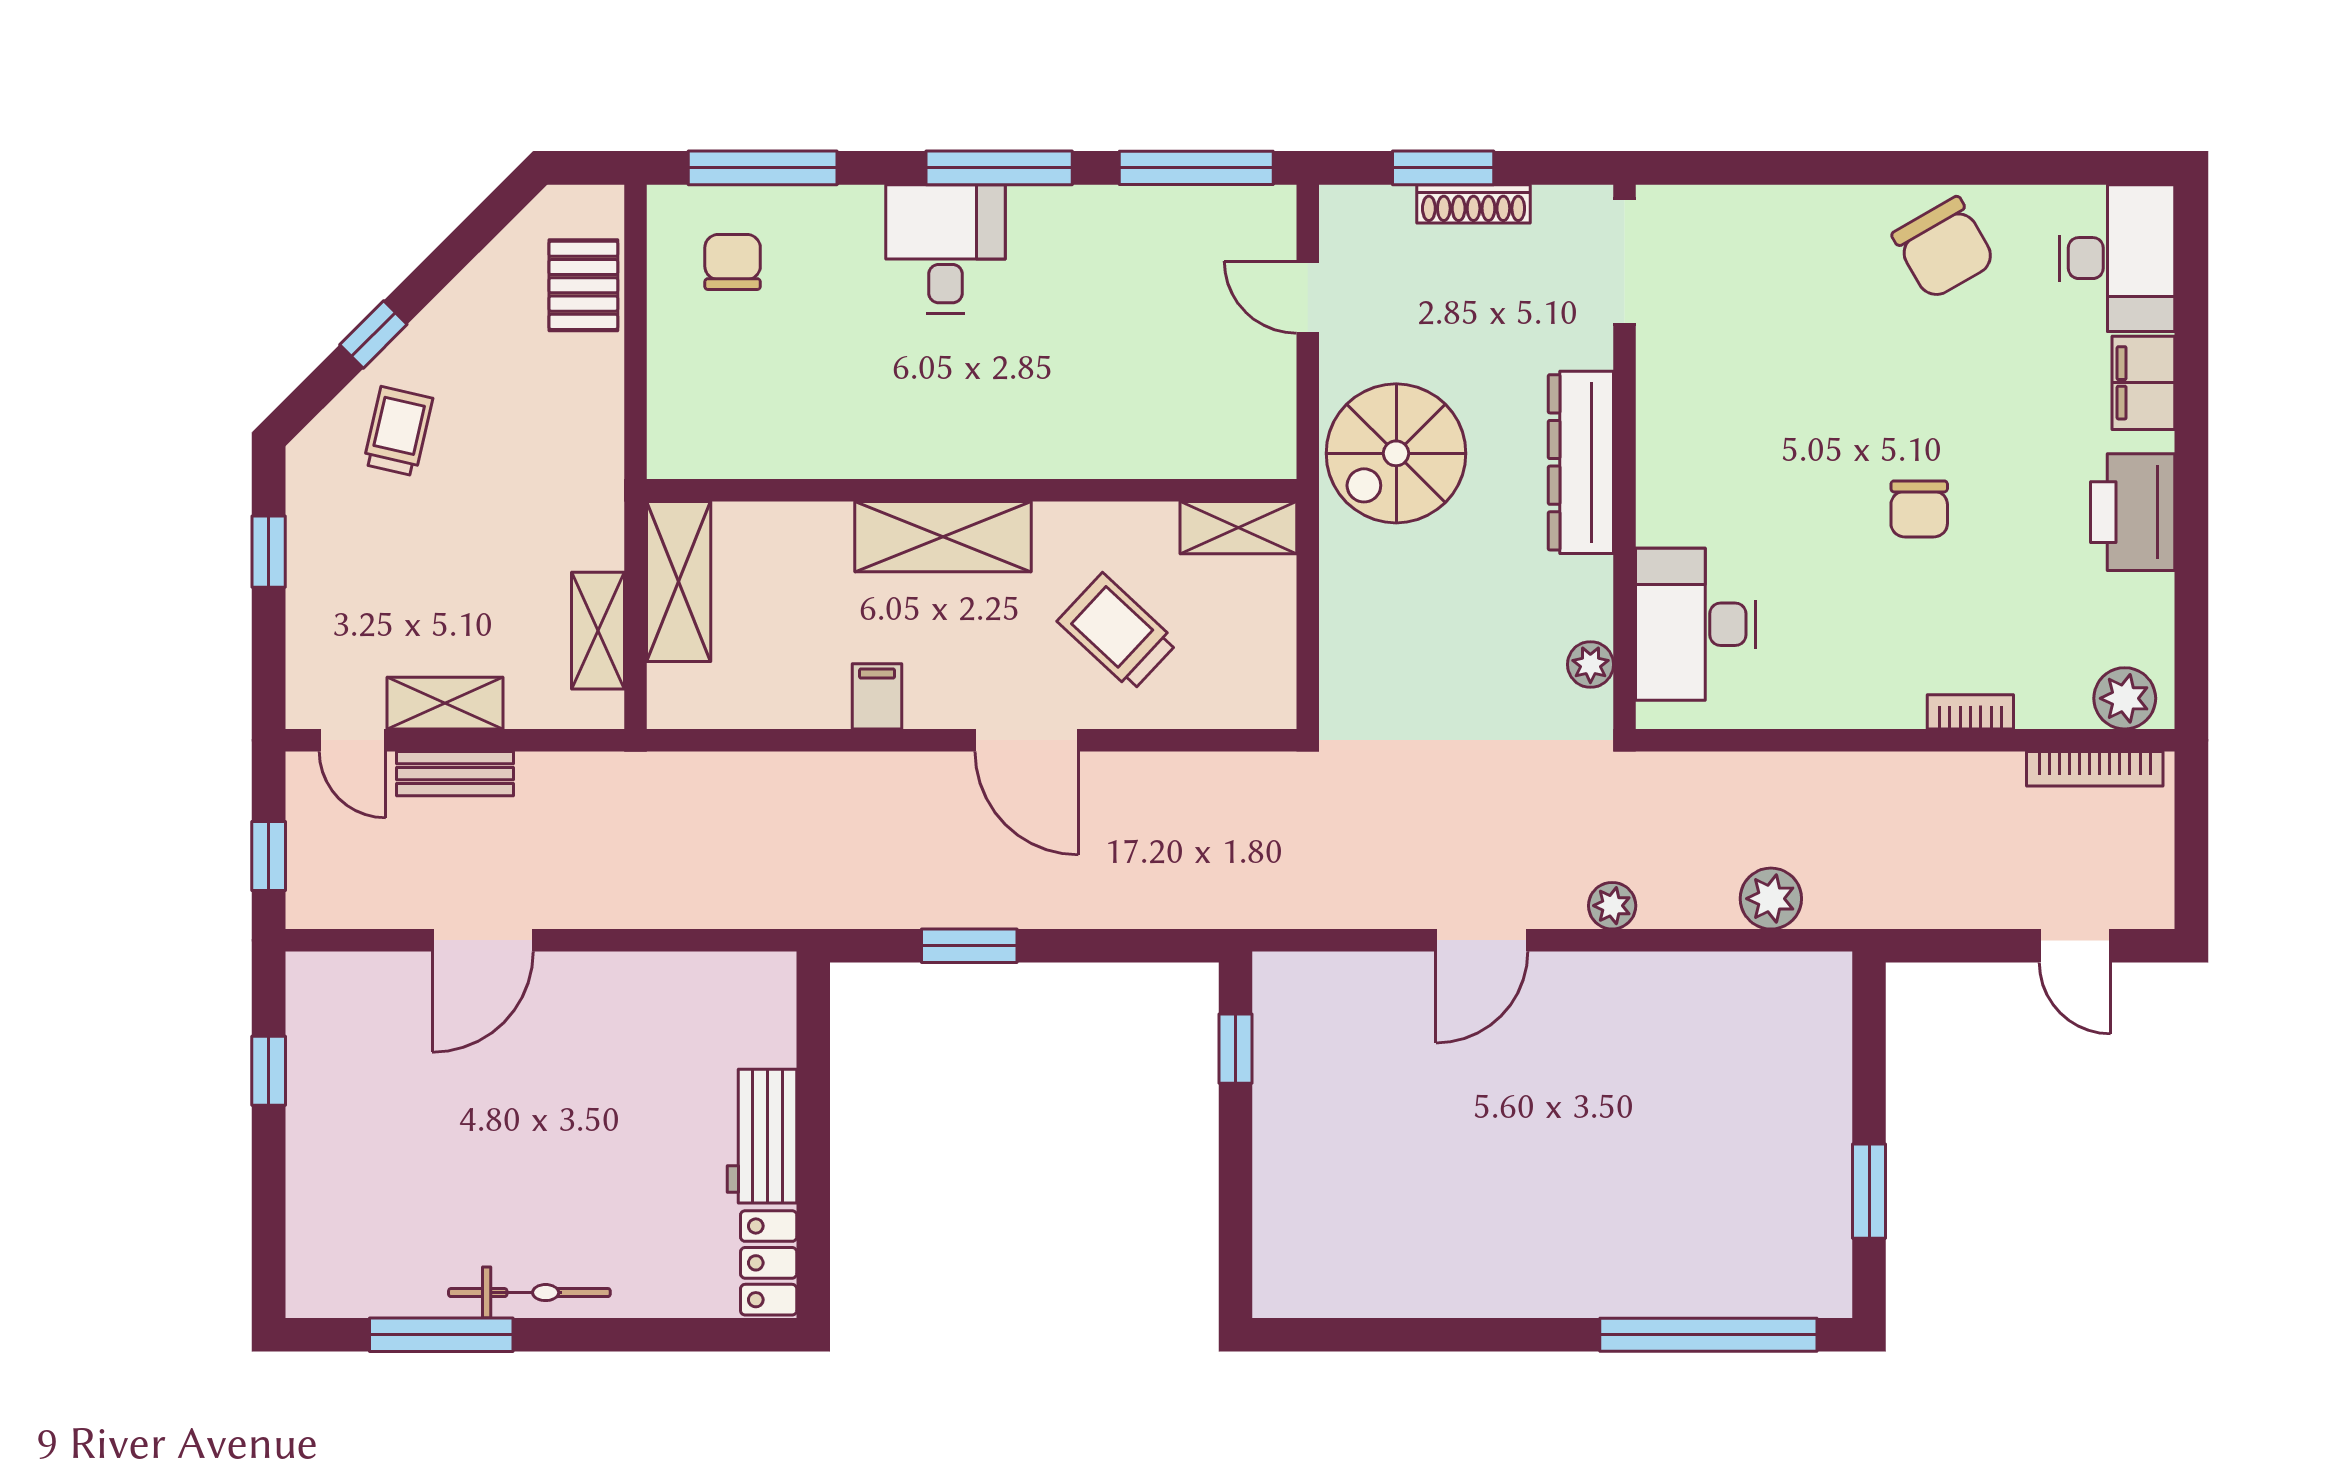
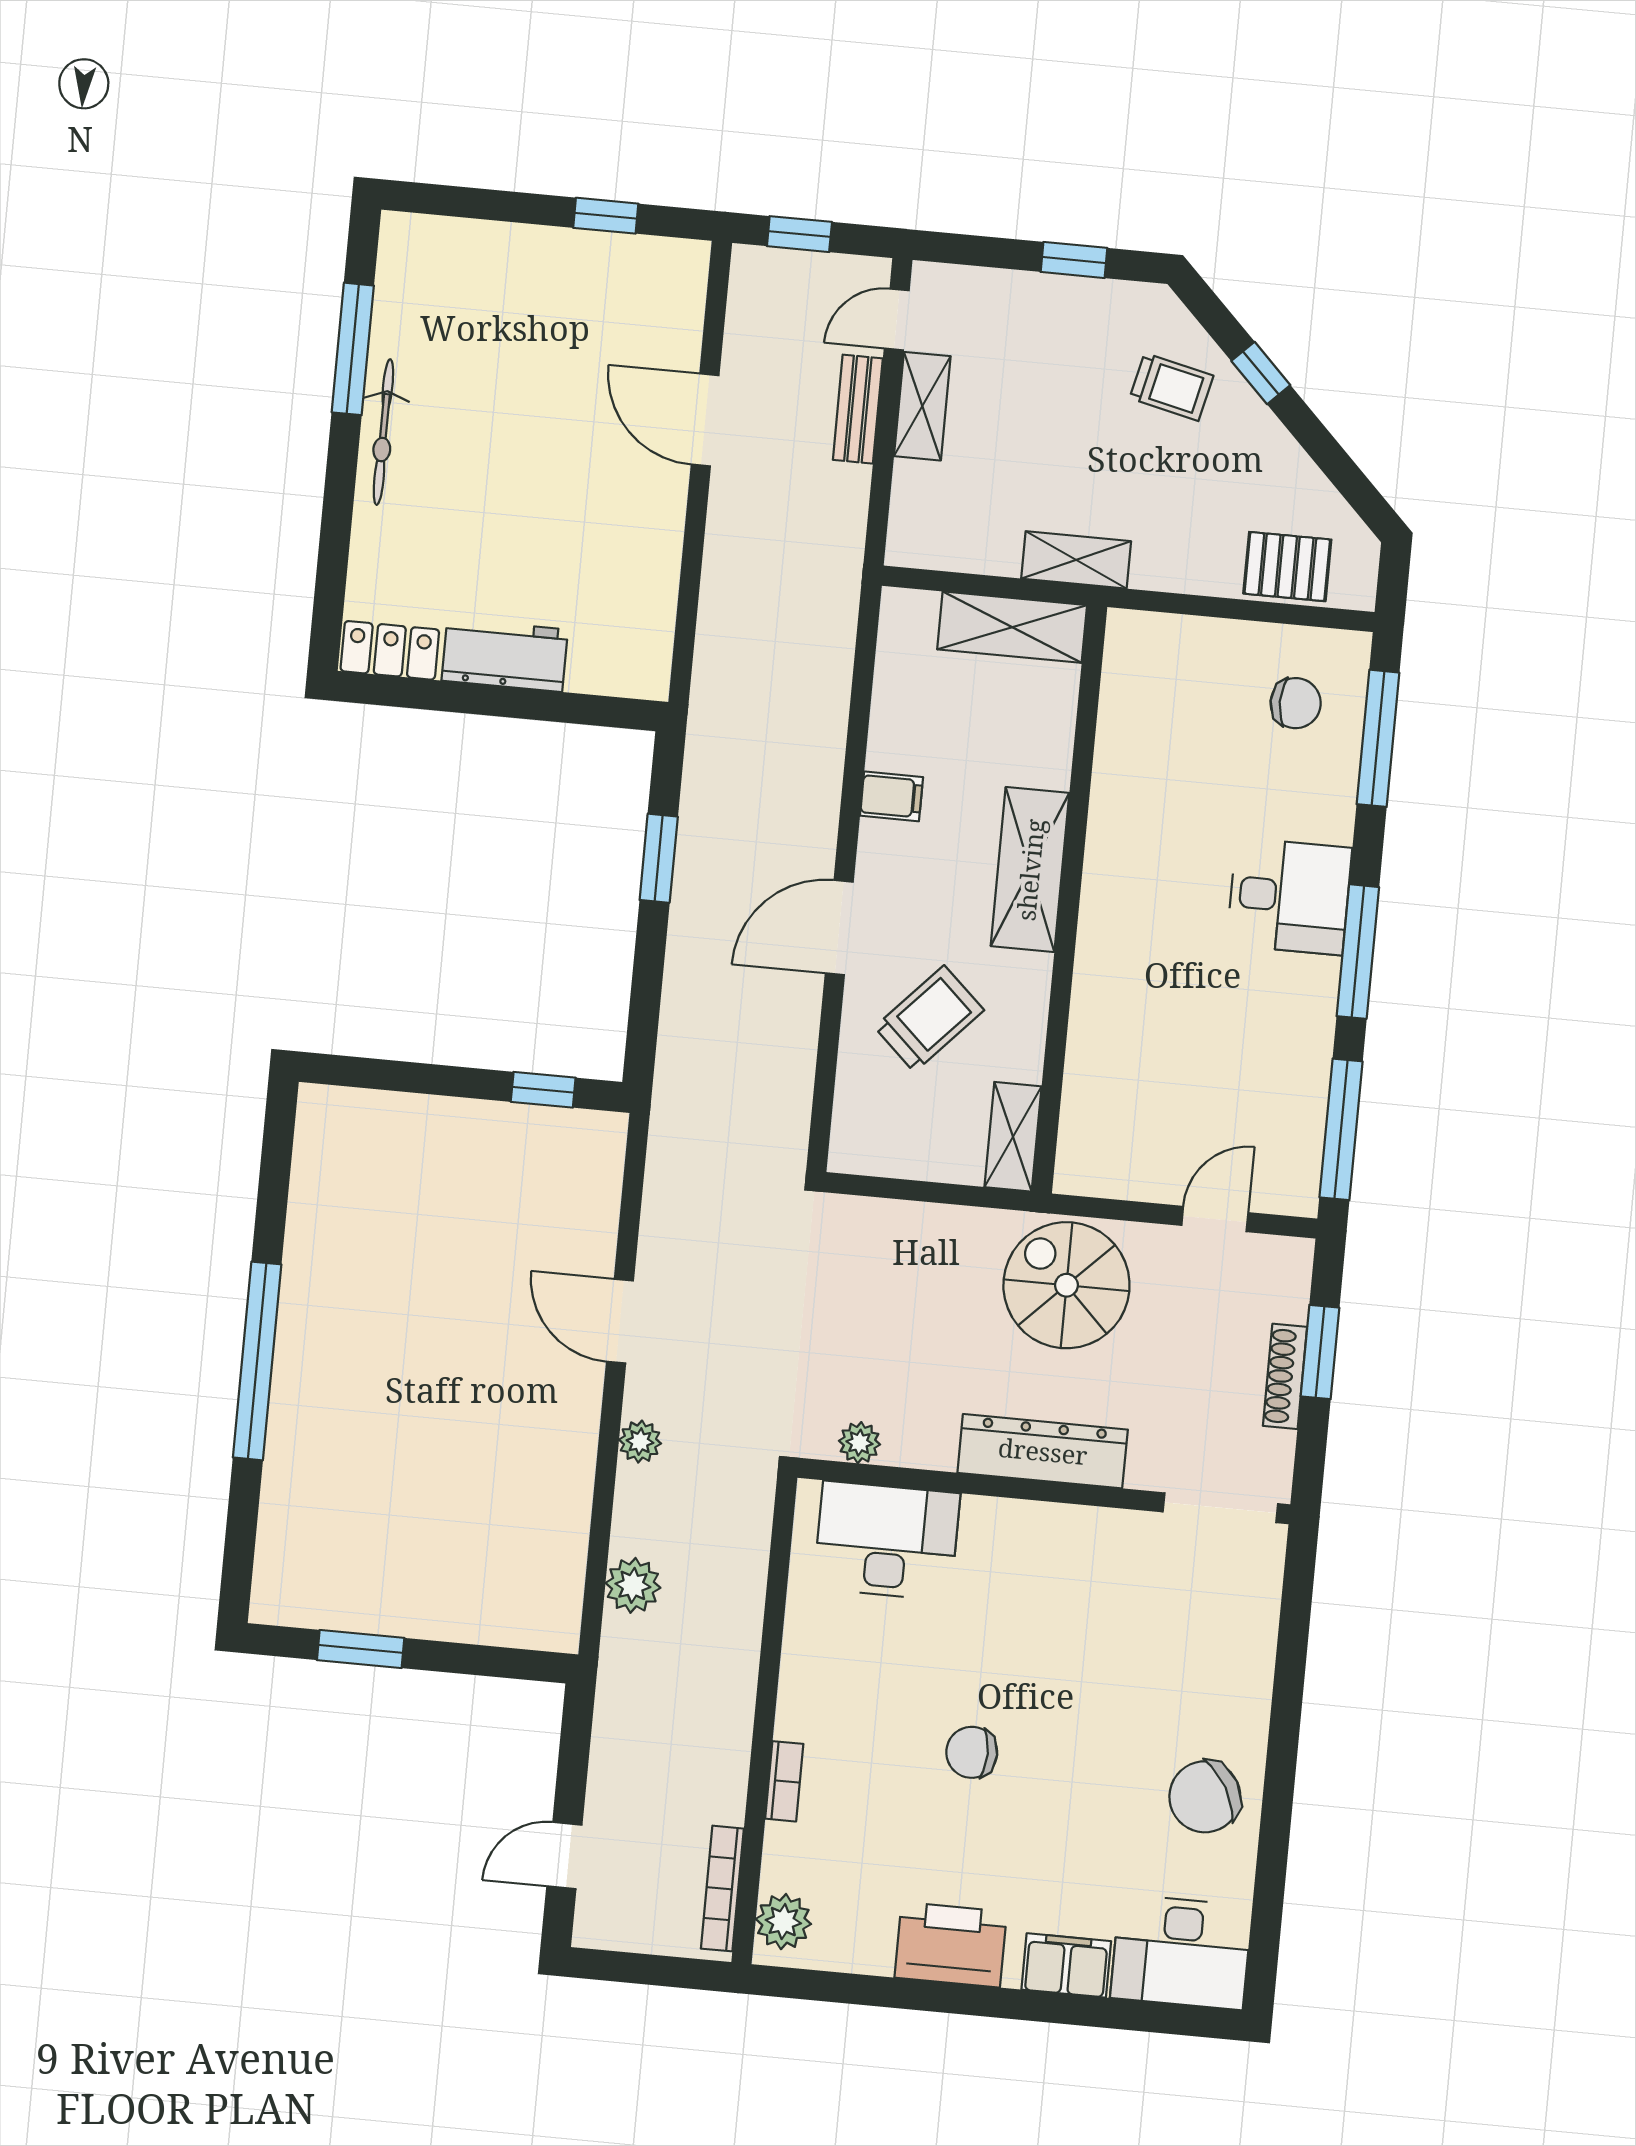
shelving: (598, 631) -> (1076, 560), moved
window: (1708, 1335) -> (257, 1361), moved

